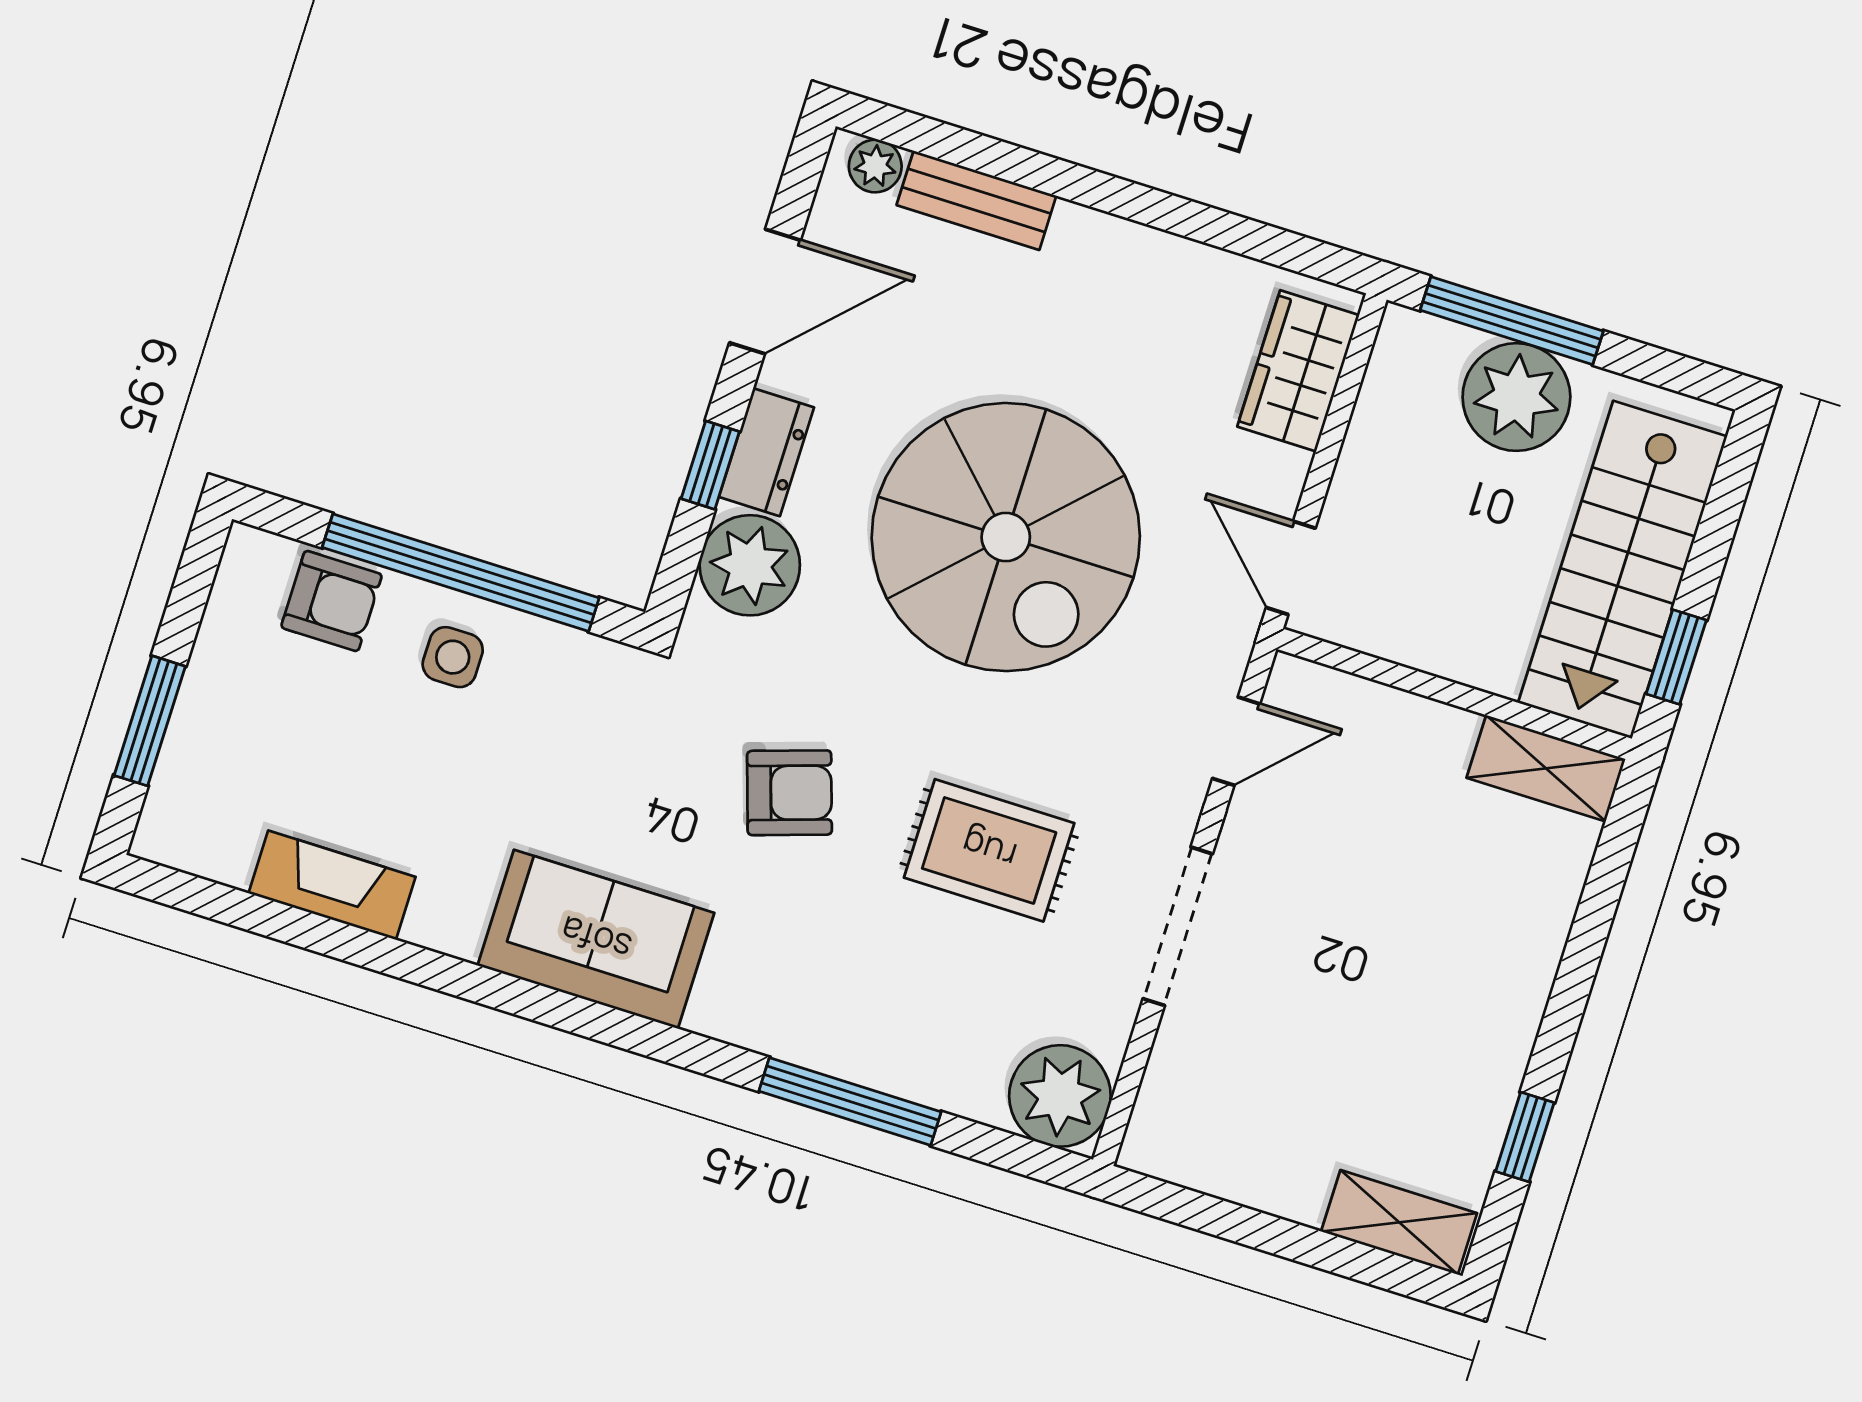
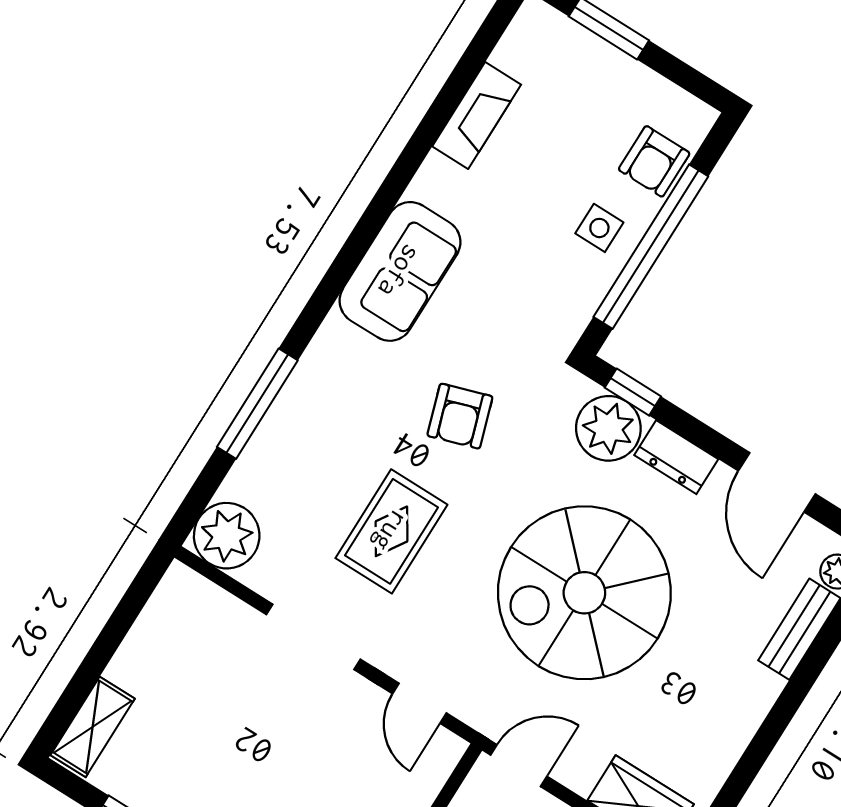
window: (710, 465) -> (633, 392), moved

